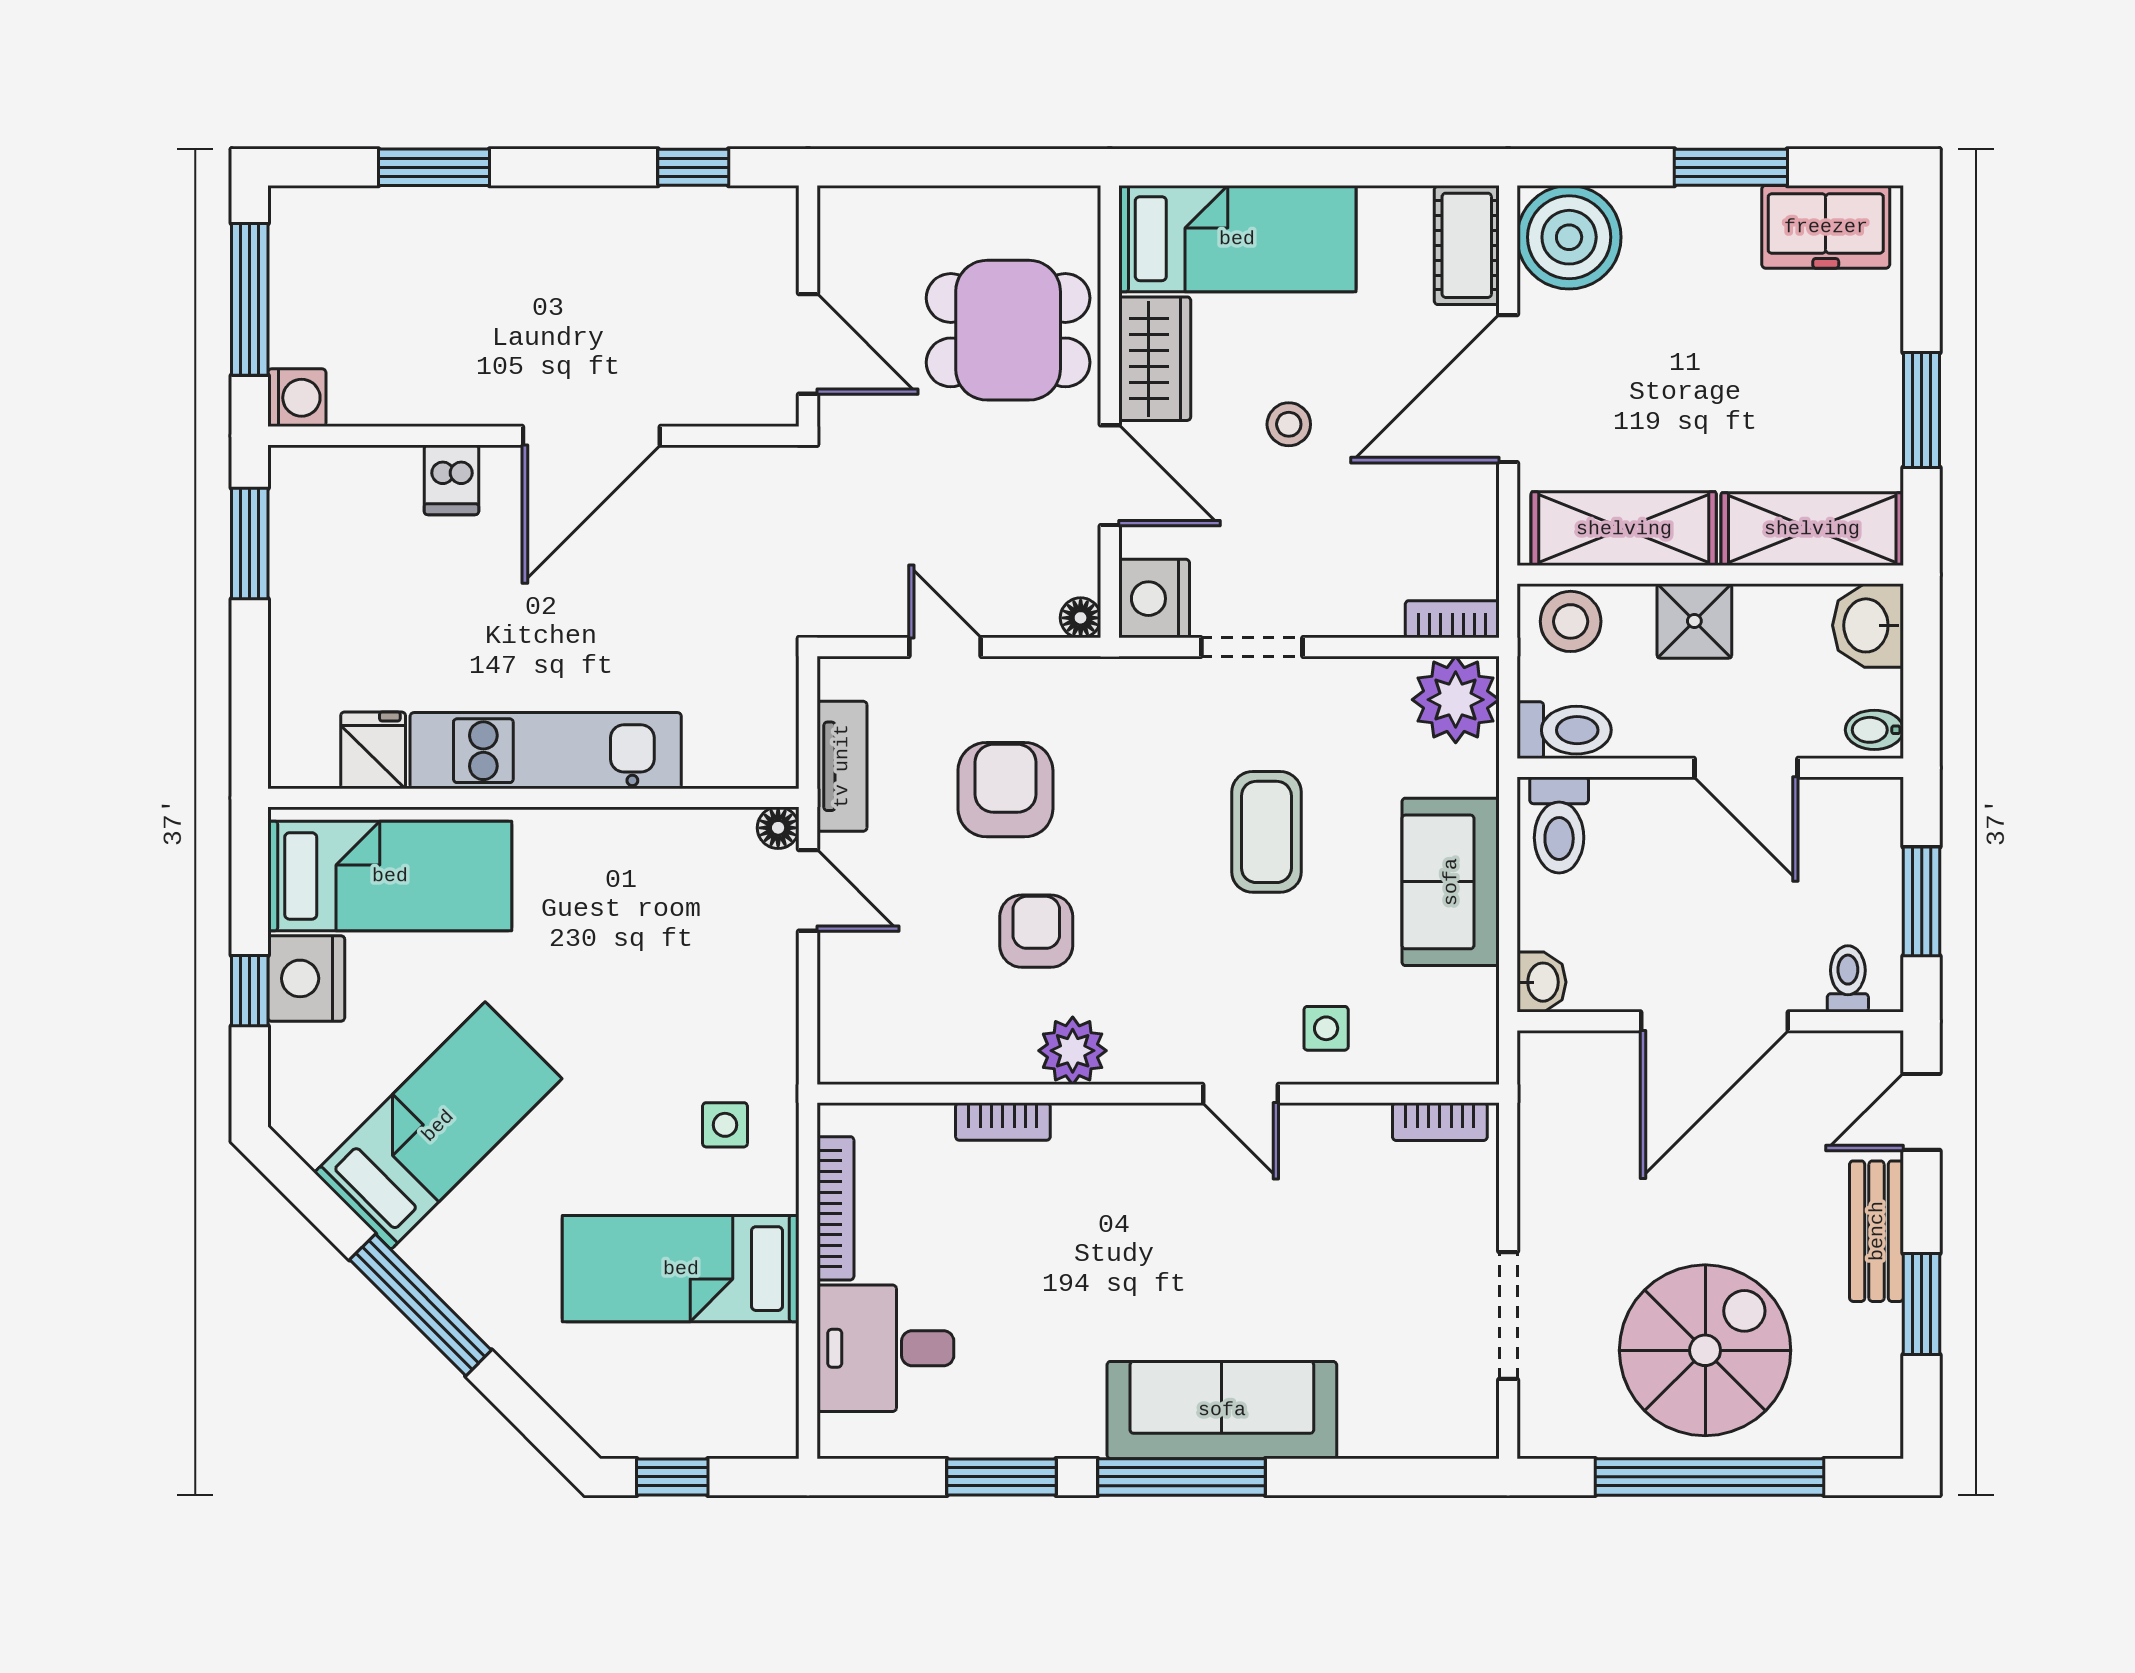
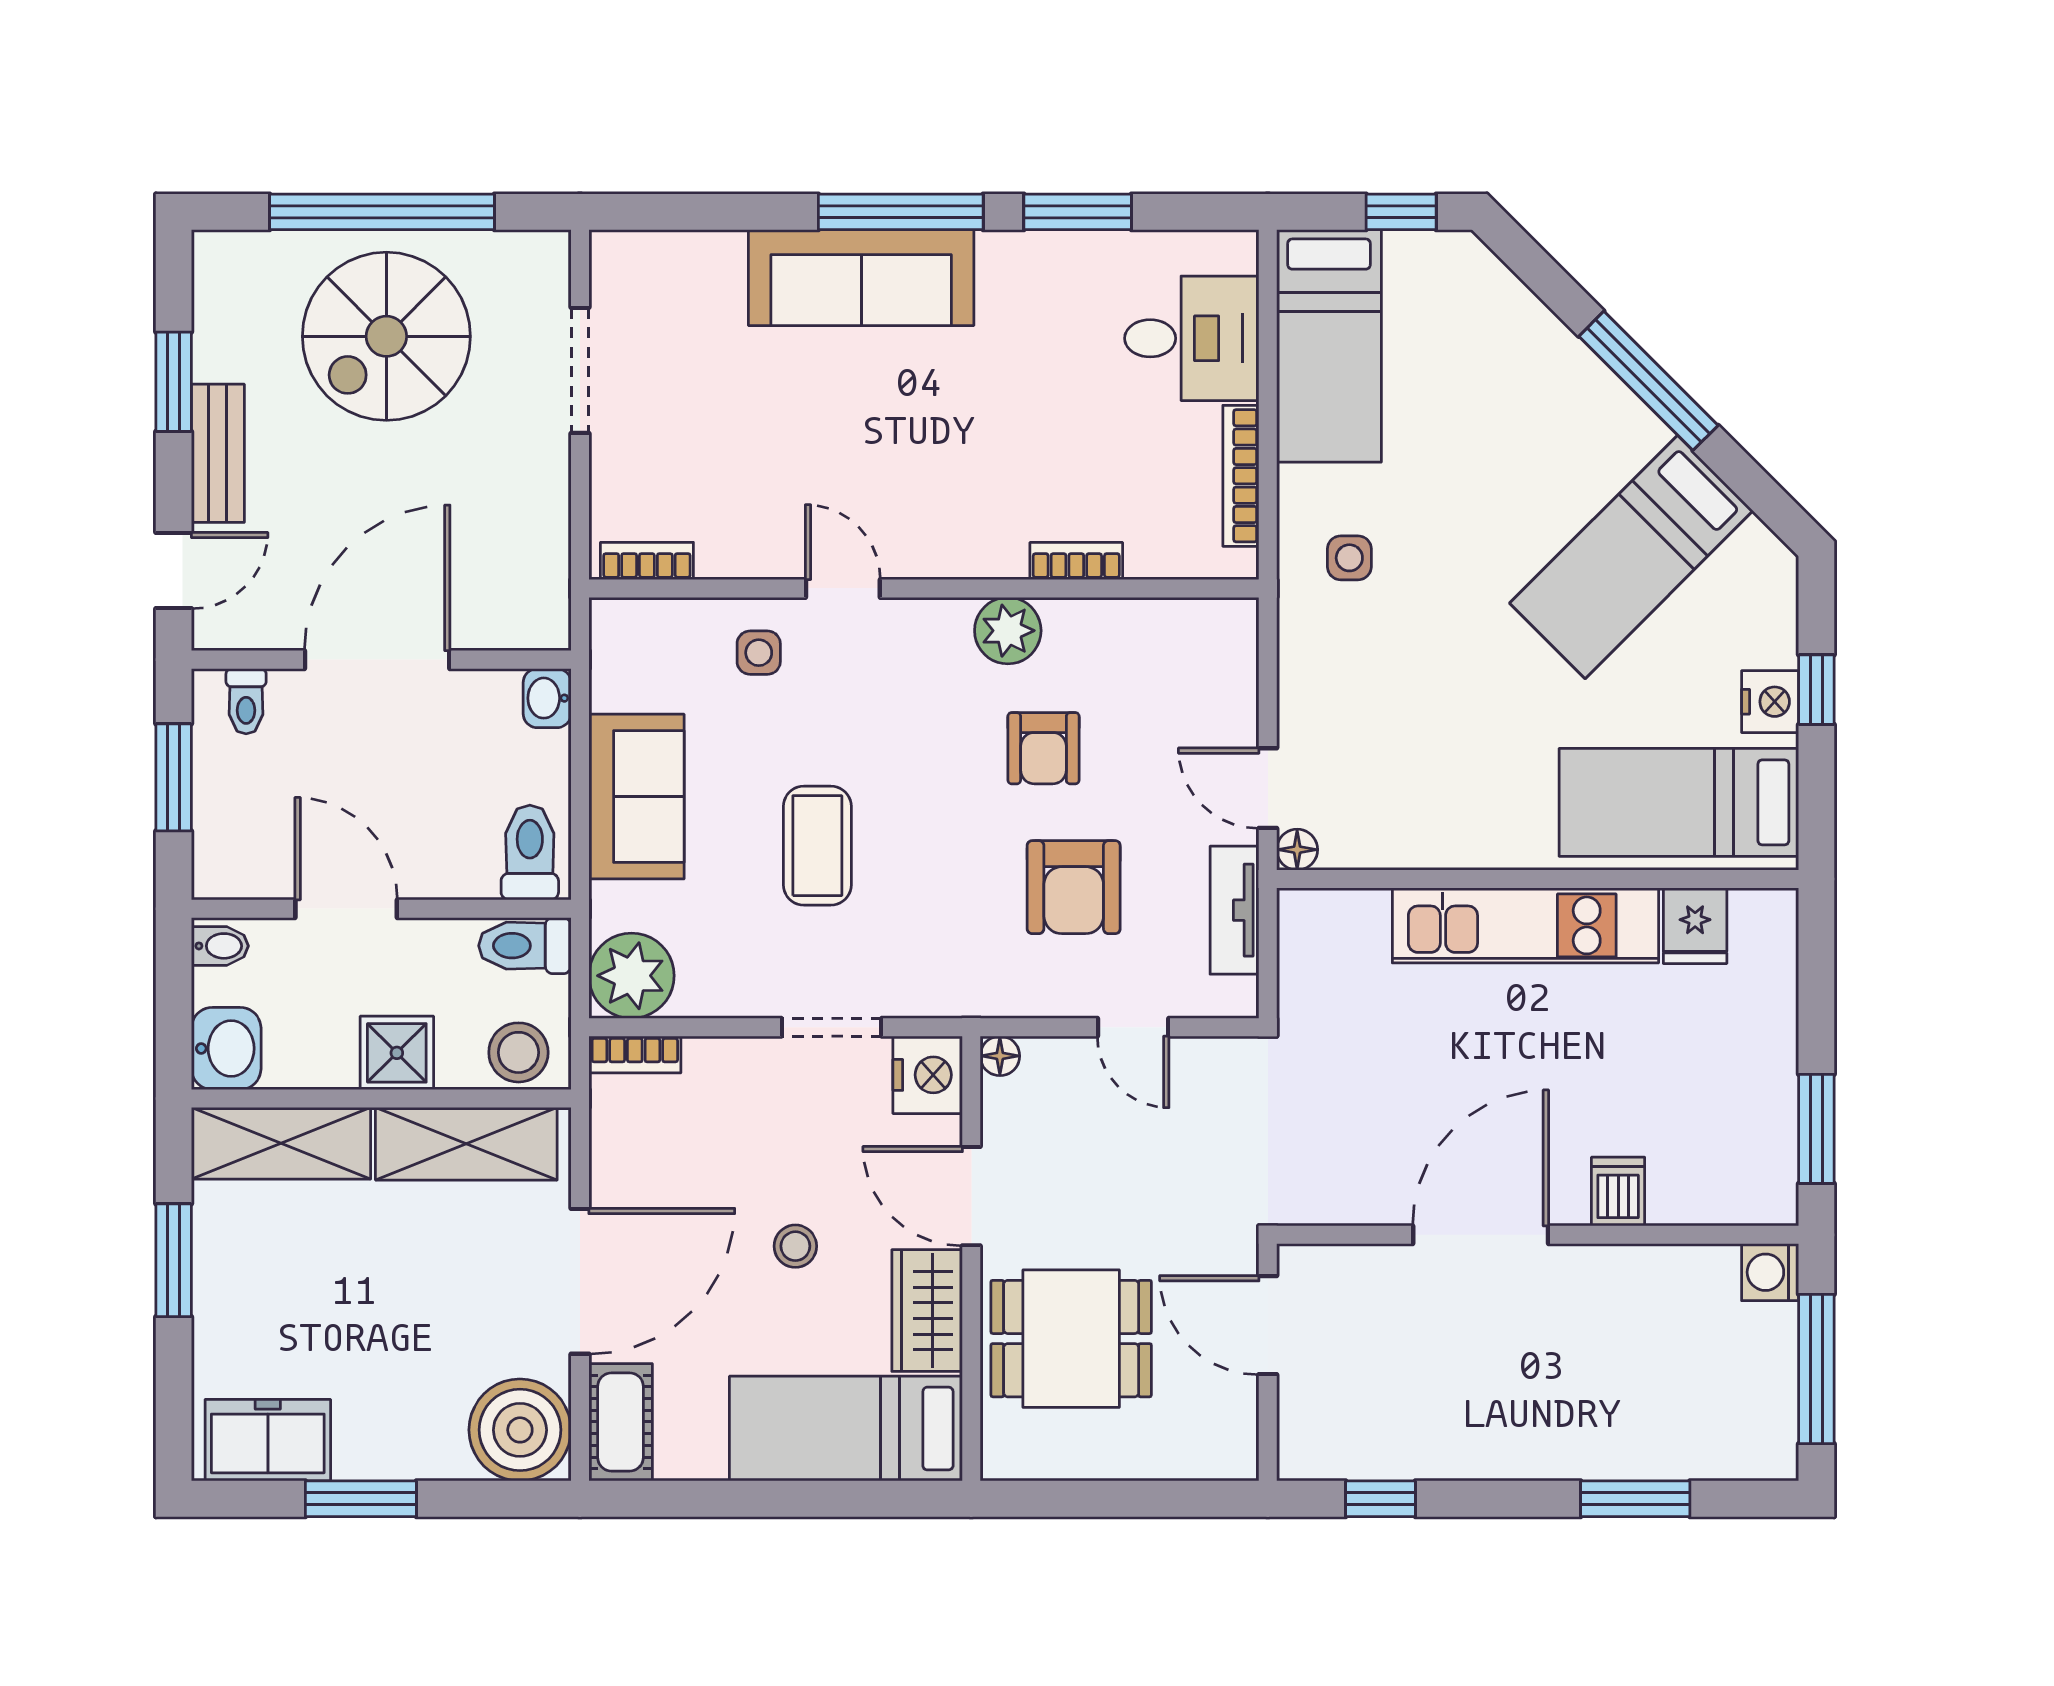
nightstand: (306, 978) -> (1770, 702), width x0.74, depth x0.75
bed: (681, 1269) -> (1329, 346), moved, turned 90

